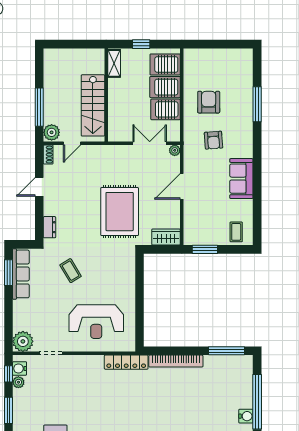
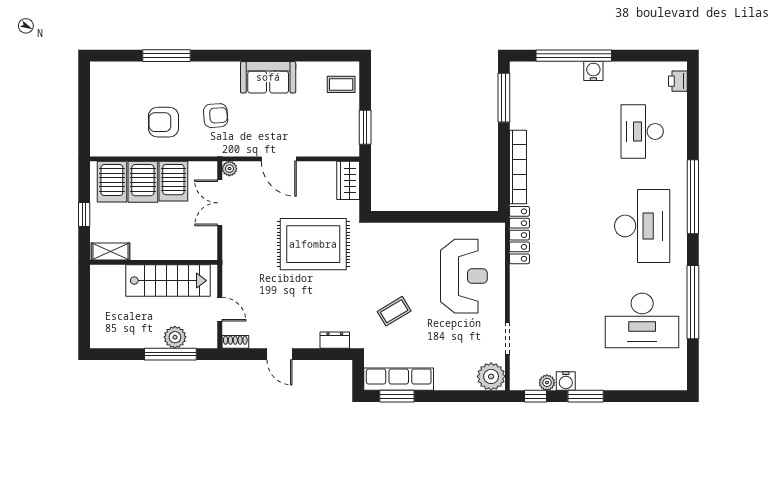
plant: (52, 132) -> (175, 337), moved
water cooler: (20, 368) -> (566, 381), moved

